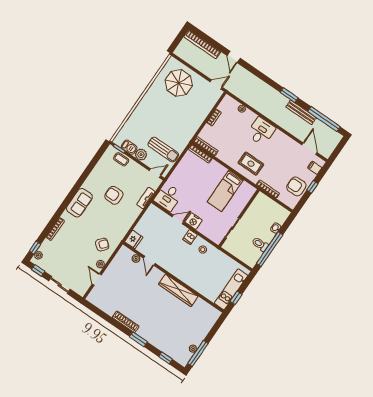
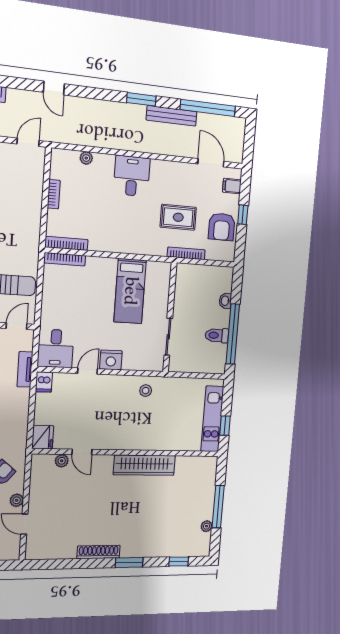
door: (234, 57) -> (54, 88), moved
rug: (251, 164) -> (178, 217), moved
armchair: (296, 186) -> (222, 227), turned -90
dishwasher: (190, 237) -> (44, 382), moved
window: (198, 353) -> (218, 507), moved

